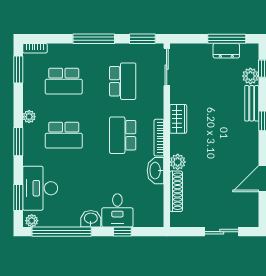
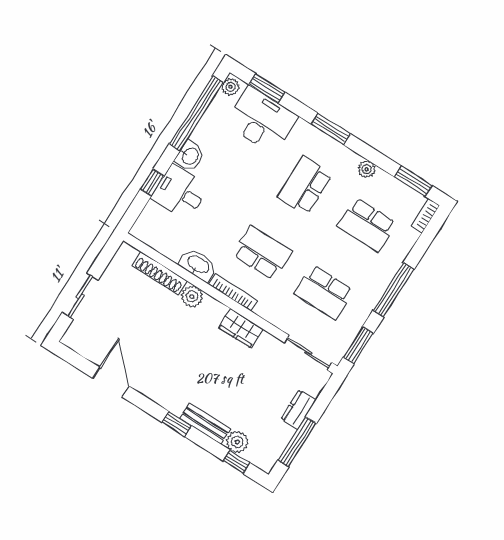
dresser: (226, 51) -> (298, 409), moved
school desk: (64, 81) -> (367, 225), turned -90
plant: (29, 117) -> (367, 169), moved

